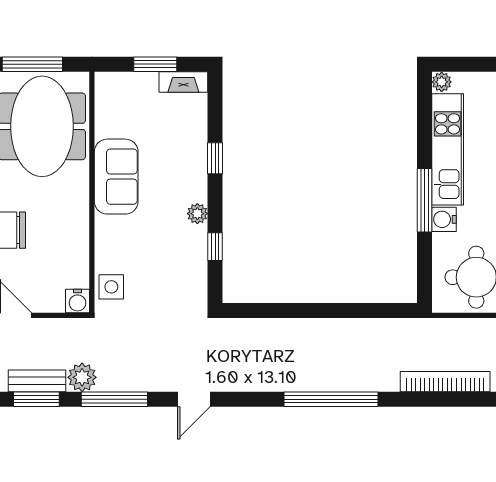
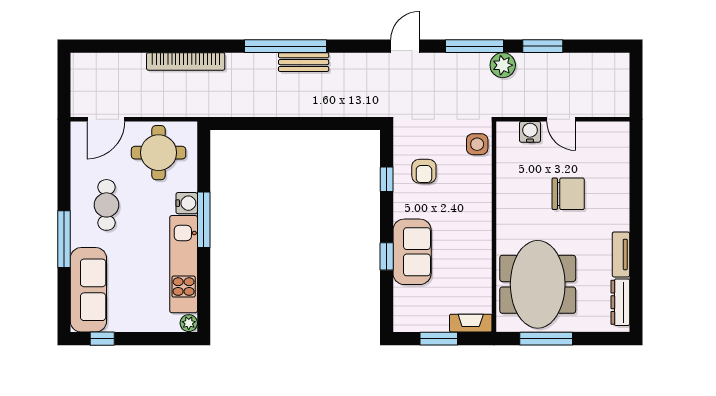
fireplace: (183, 82) -> (471, 323), moved
sofa: (116, 177) -> (412, 252), moved, turned 180
plant: (197, 214) -> (402, 208), removed
armchair: (172, 256) -> (424, 171), added
water cooler: (78, 301) -> (530, 132), moved
bench: (37, 381) -> (304, 62), moved

